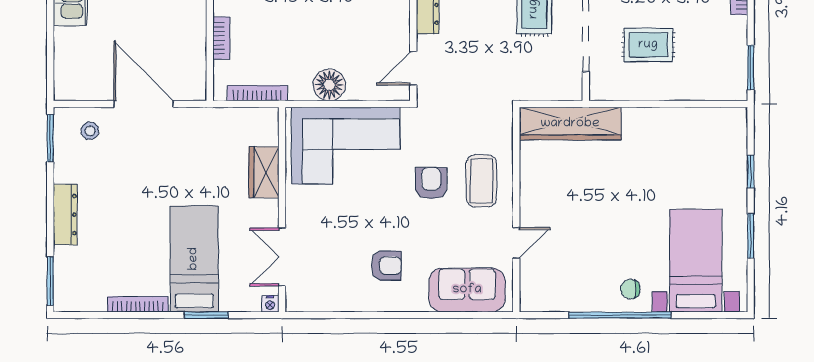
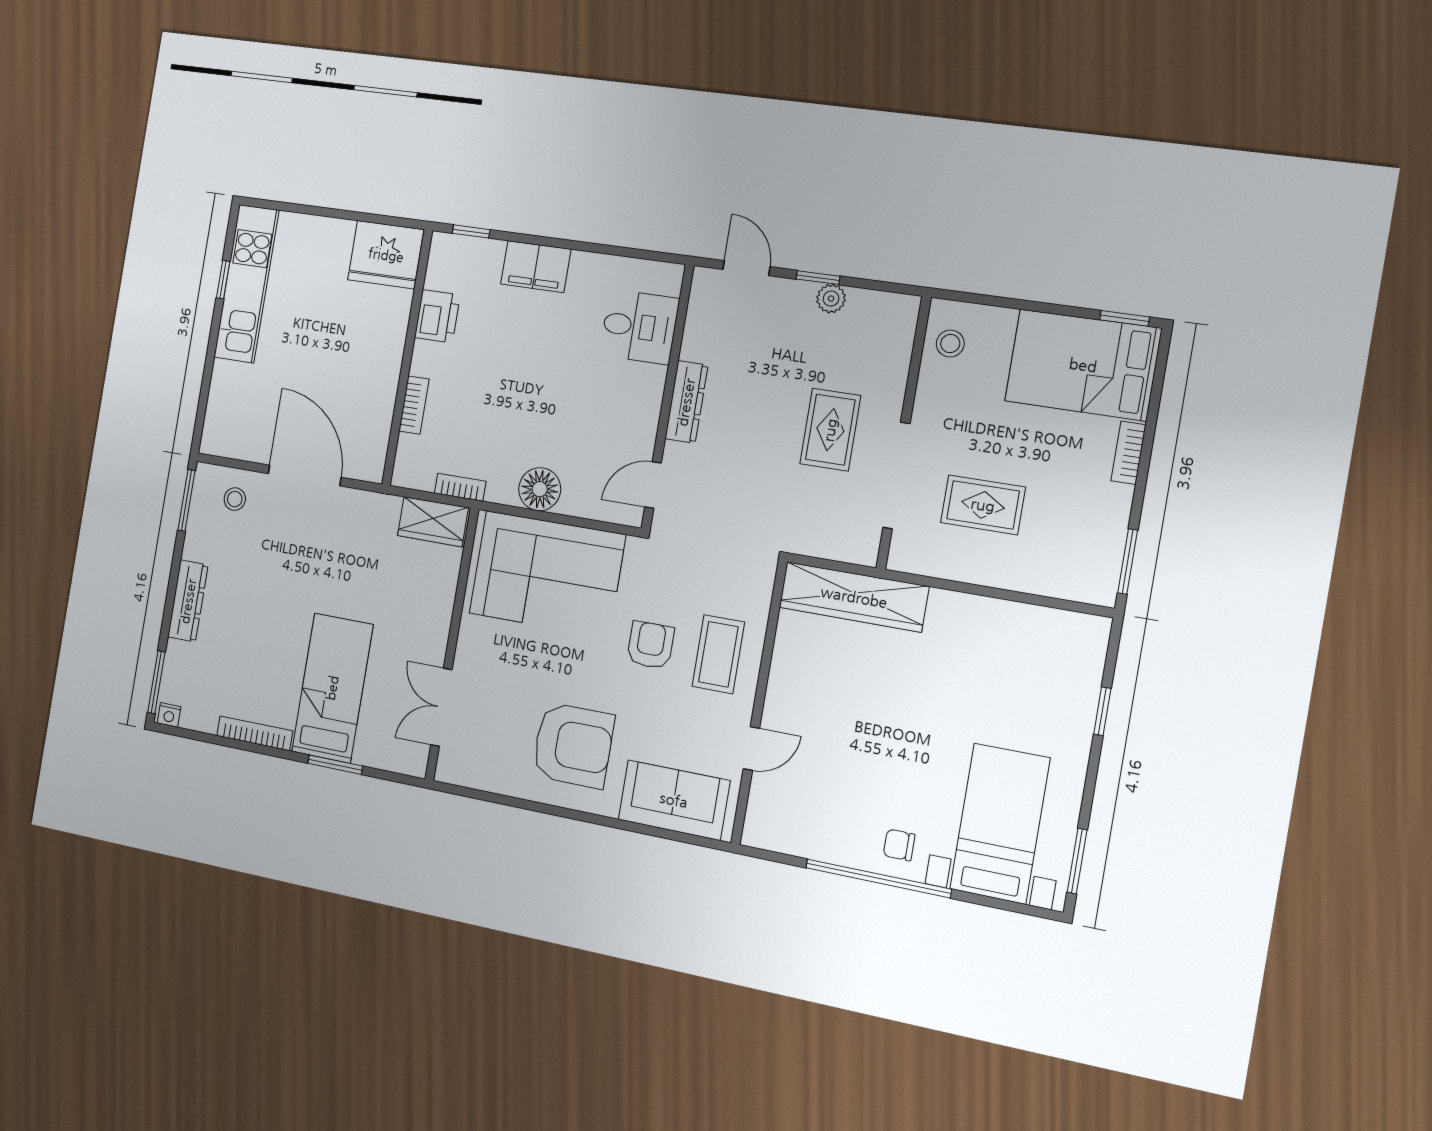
bookcase: (257, 93) -> (460, 487), width x0.64
wardrobe: (264, 172) -> (433, 522), moved, turned -90
window: (751, 236) -> (1077, 861), moved
armchair: (386, 266) -> (573, 745), width x1.88, depth x1.88
nightstand: (270, 304) -> (169, 715), moved

